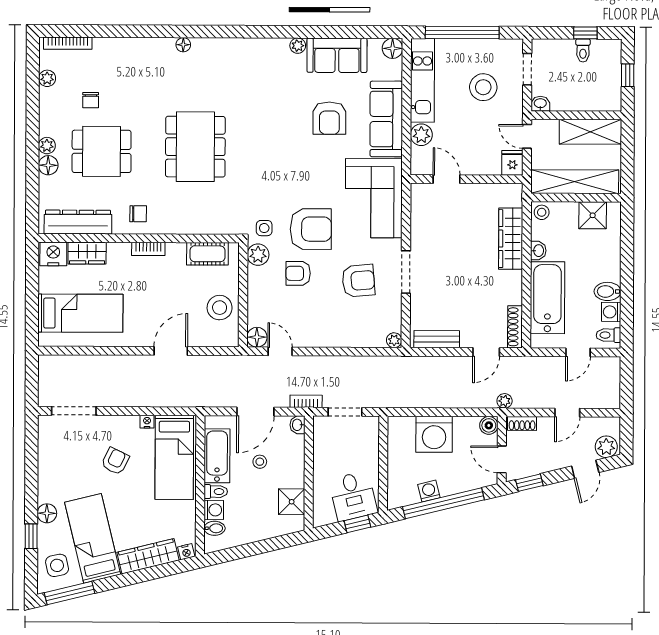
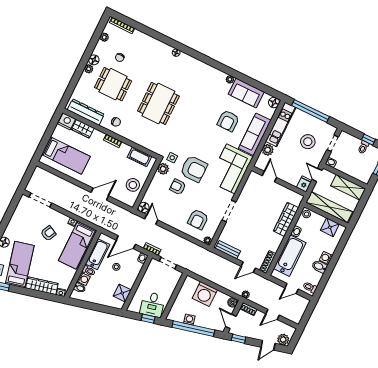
floor lamp: (48, 165) -> (94, 60), moved
armchair: (358, 281) -> (198, 219), moved, turned 95
washing machine: (611, 312) -> (326, 258), moved

